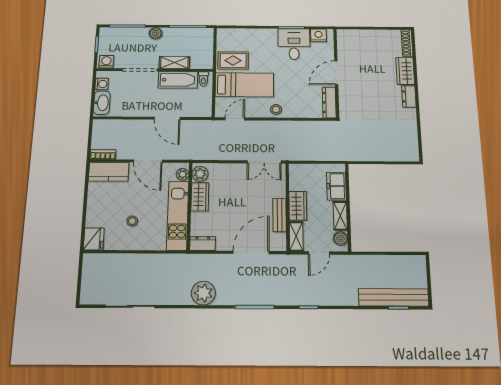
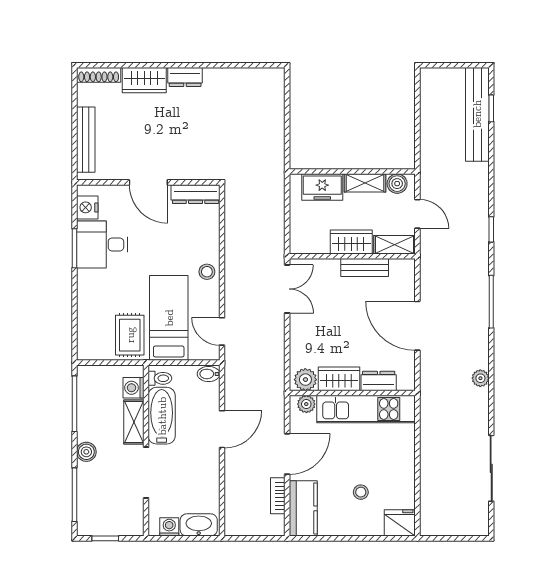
bench: (364, 35) -> (86, 140), added
washing machine: (106, 62) -> (134, 388), moved
bidet: (206, 110) -> (209, 374), added
bookcase: (103, 154) -> (278, 496), moved
stool: (132, 221) -> (361, 492), moved
dresser: (203, 244) -> (379, 381), moved, turned 90
door: (251, 253) -> (417, 326), moved
plant: (203, 293) -> (480, 378), width x0.53, depth x0.53

